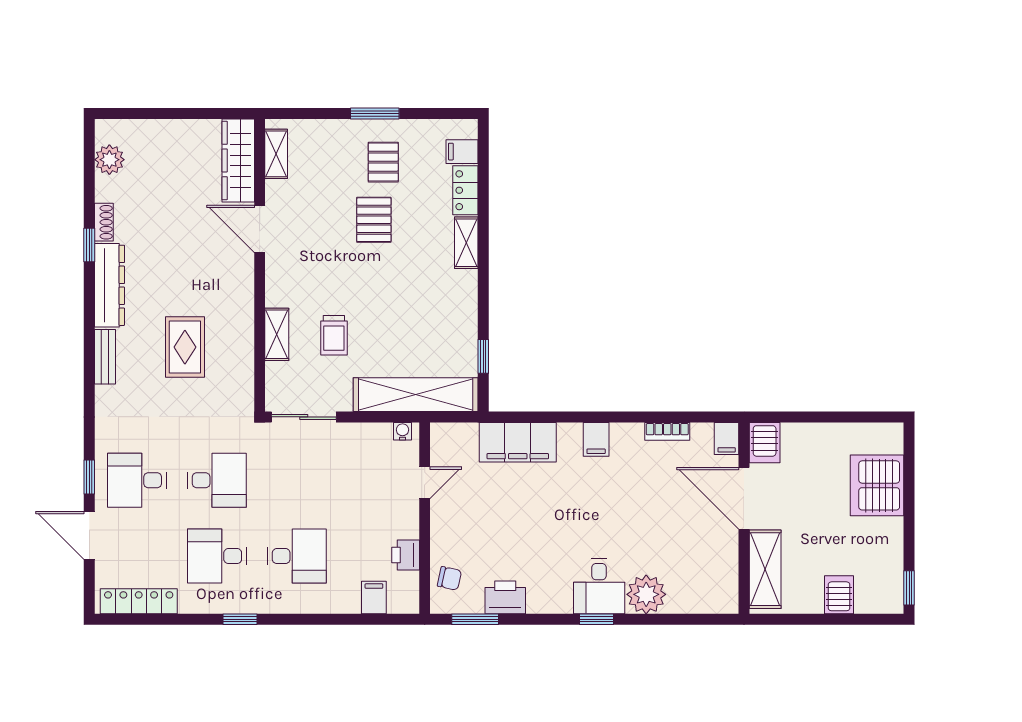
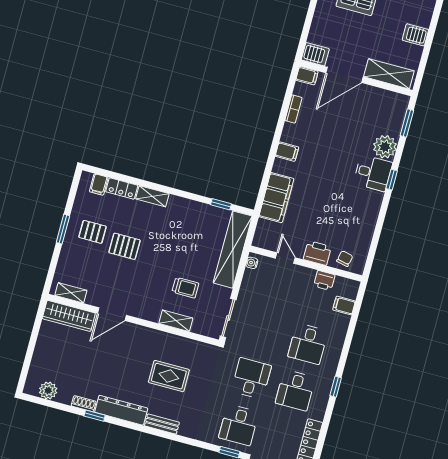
desk: (297, 556) -> (308, 344), turned 180
printer: (505, 597) -> (317, 253), moved, turned 90
window: (475, 619) -> (407, 123), moved

